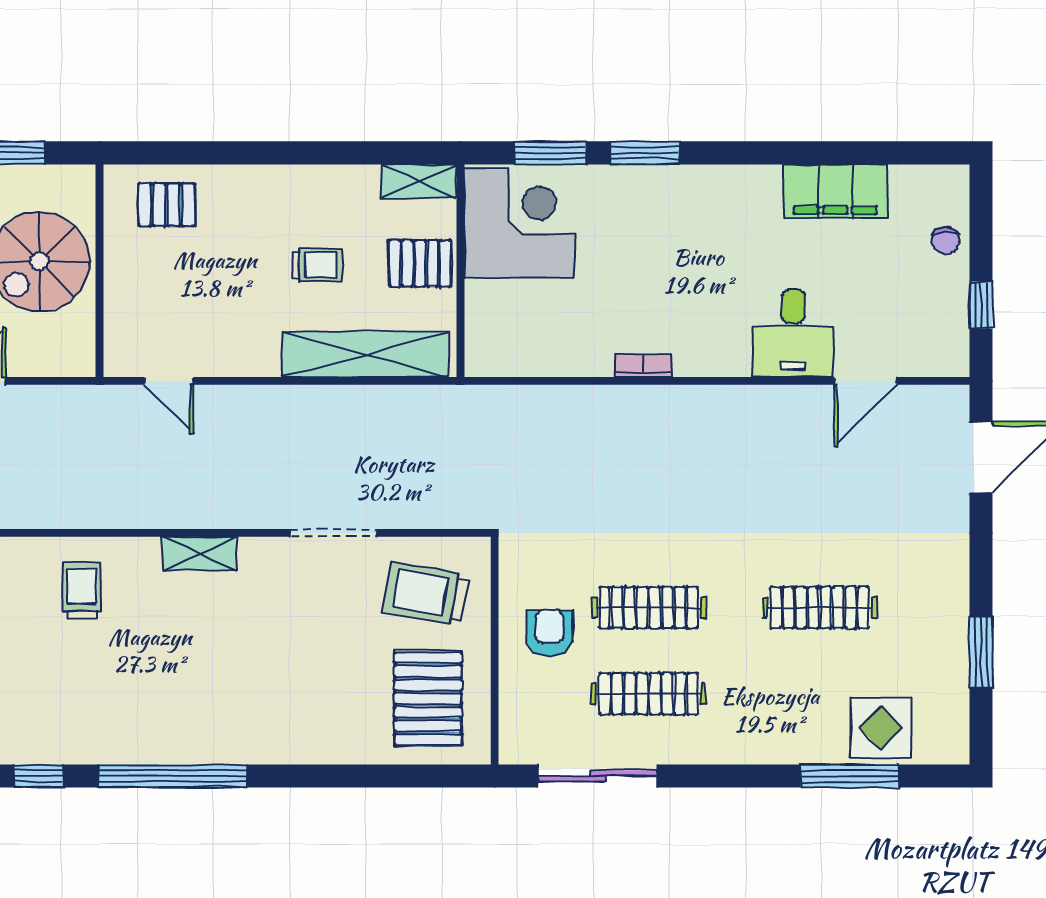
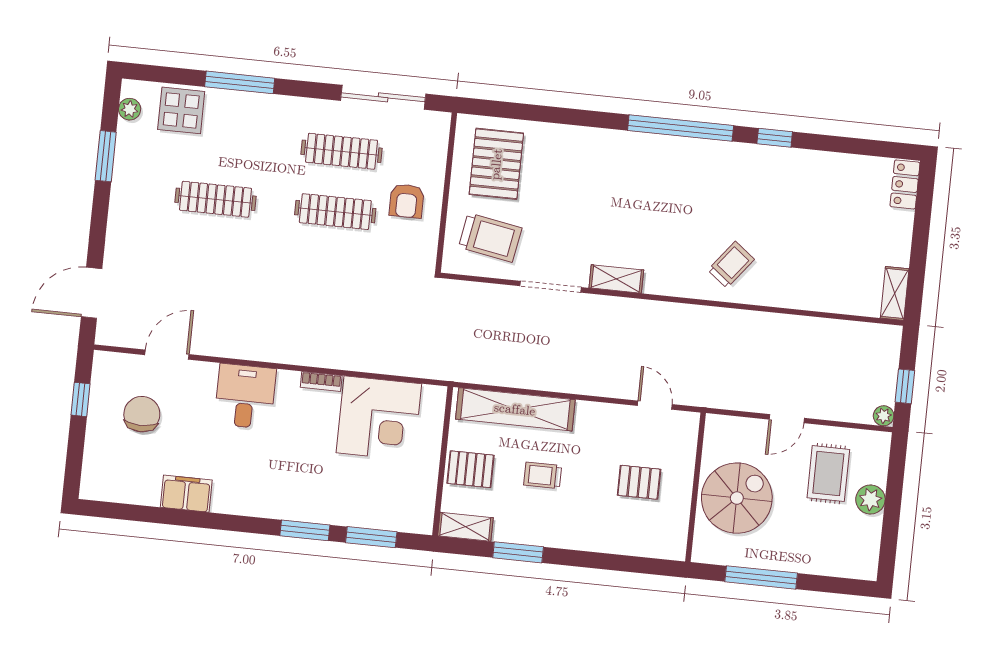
window: (341, 153) -> (518, 552), added
filing cabinet: (835, 191) -> (186, 494), width x0.67, depth x0.86
pallet: (167, 205) -> (639, 482), moved
corner desk: (519, 223) -> (379, 418), moved, turned -90
chair: (946, 240) -> (142, 414), moved, width x1.87, depth x1.87
desk: (793, 333) -> (245, 396), moved
shelving: (200, 553) -> (616, 279), moved
trolley: (82, 590) -> (731, 265), turned -142
plant: (954, 722) -> (130, 109), added
window: (850, 776) -> (240, 82), moved

